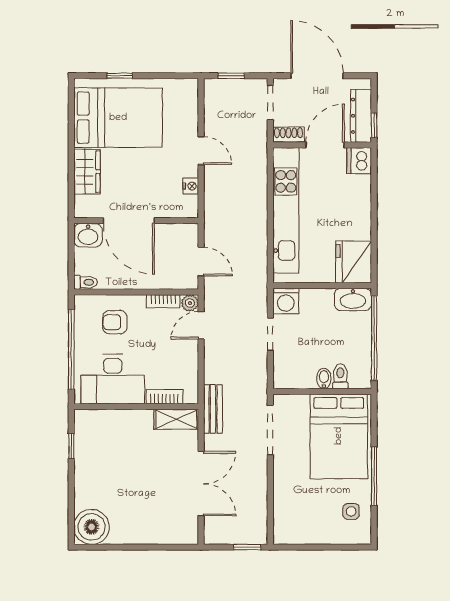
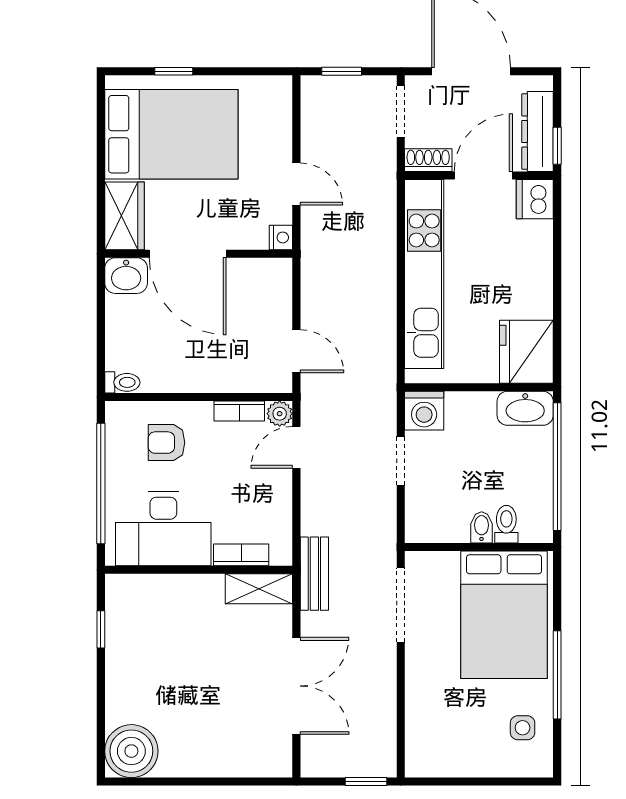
door: (129, 221) -> (188, 254), moved
wall: (136, 221) -> (199, 254), moved
washbasin: (88, 235) -> (126, 276), moved

